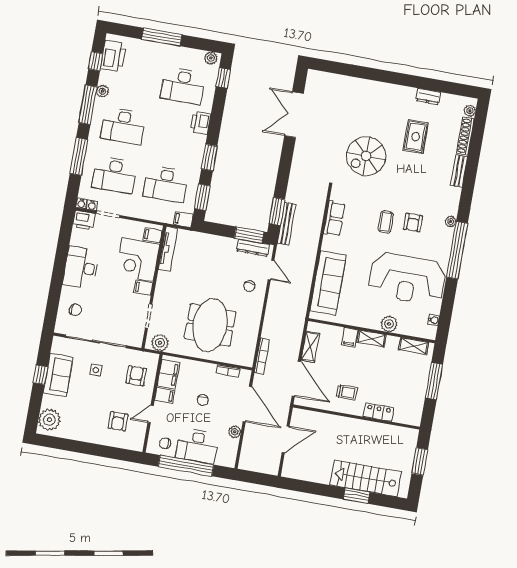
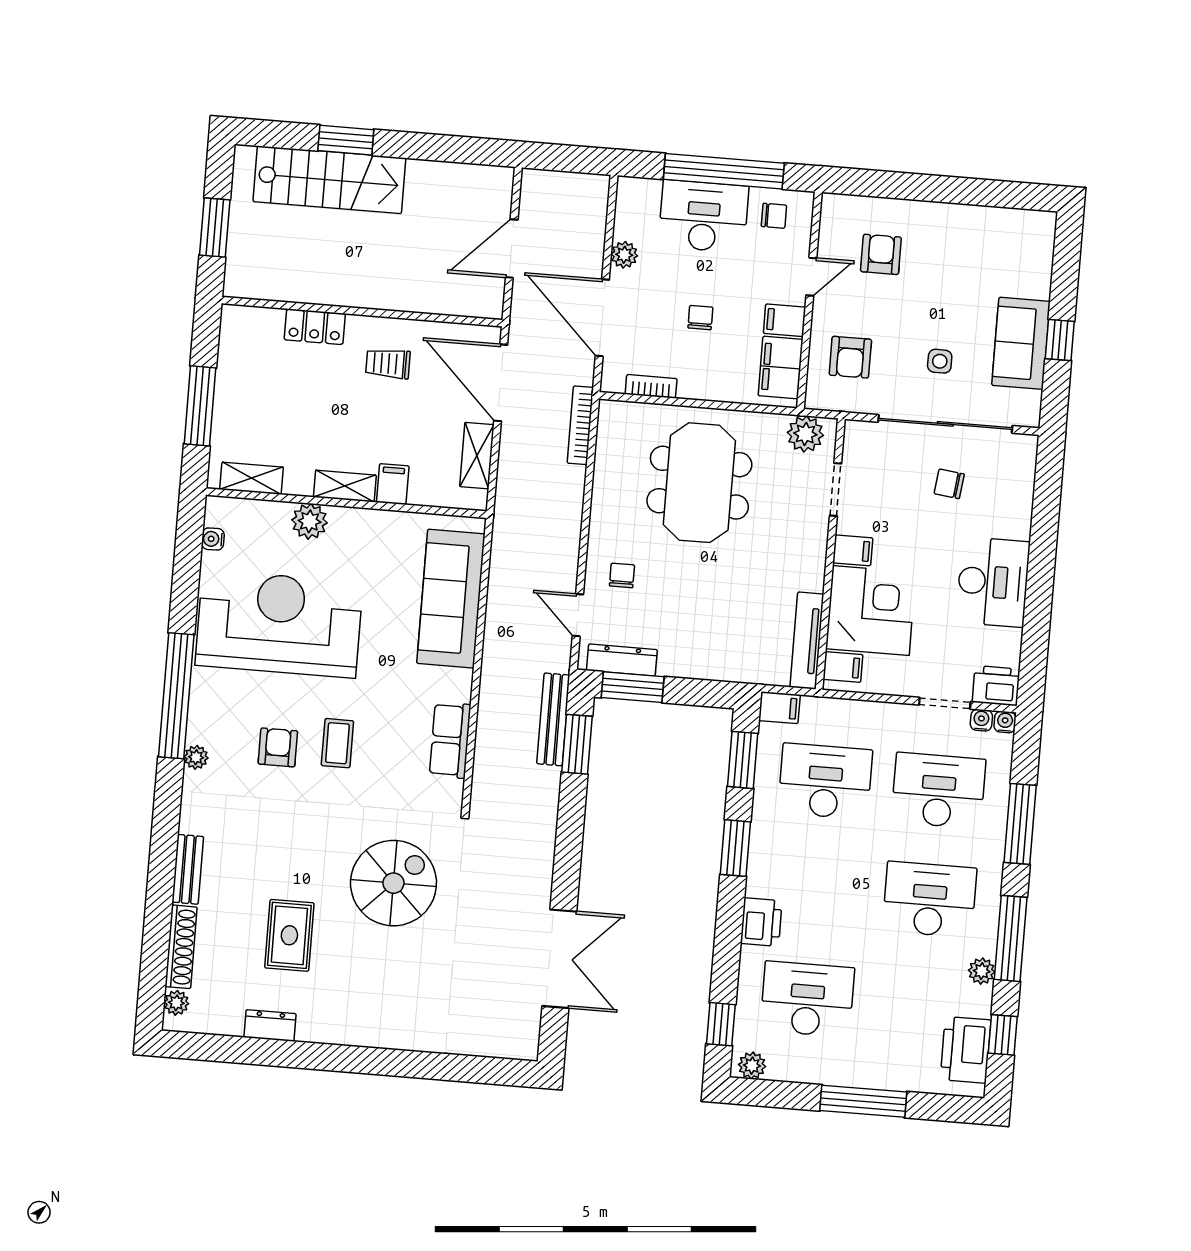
chair: (75, 310) -> (949, 484), moved
plant: (49, 420) -> (1031, 244), removed

